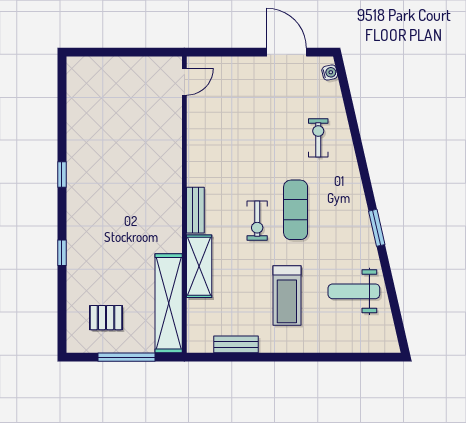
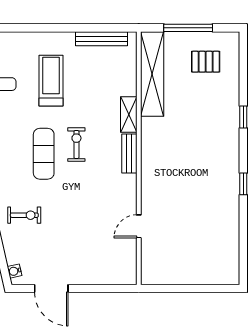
door: (184, 82) -> (139, 226), moved
exercise bike: (318, 138) -> (24, 215), turned -90
shelving: (199, 266) -> (129, 115), width x0.67, depth x0.75
bench: (236, 344) -> (101, 39), width x1.36

